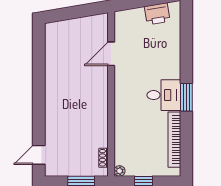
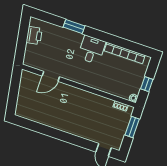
door: (111, 54) -> (51, 76), hinge flipped
window: (186, 97) -> (74, 26), moved

